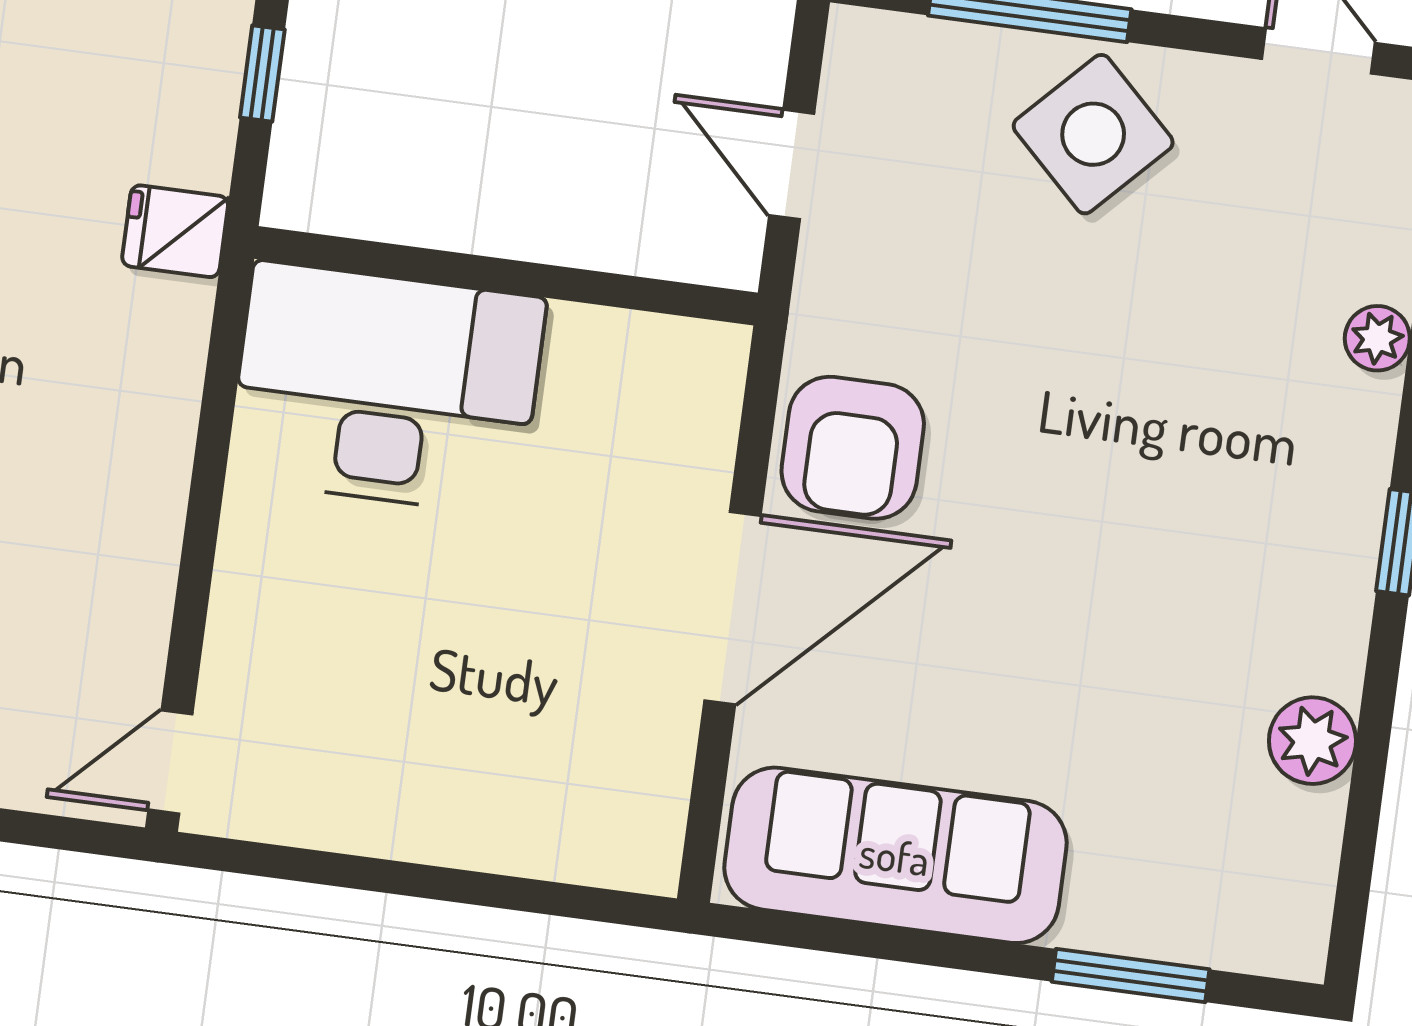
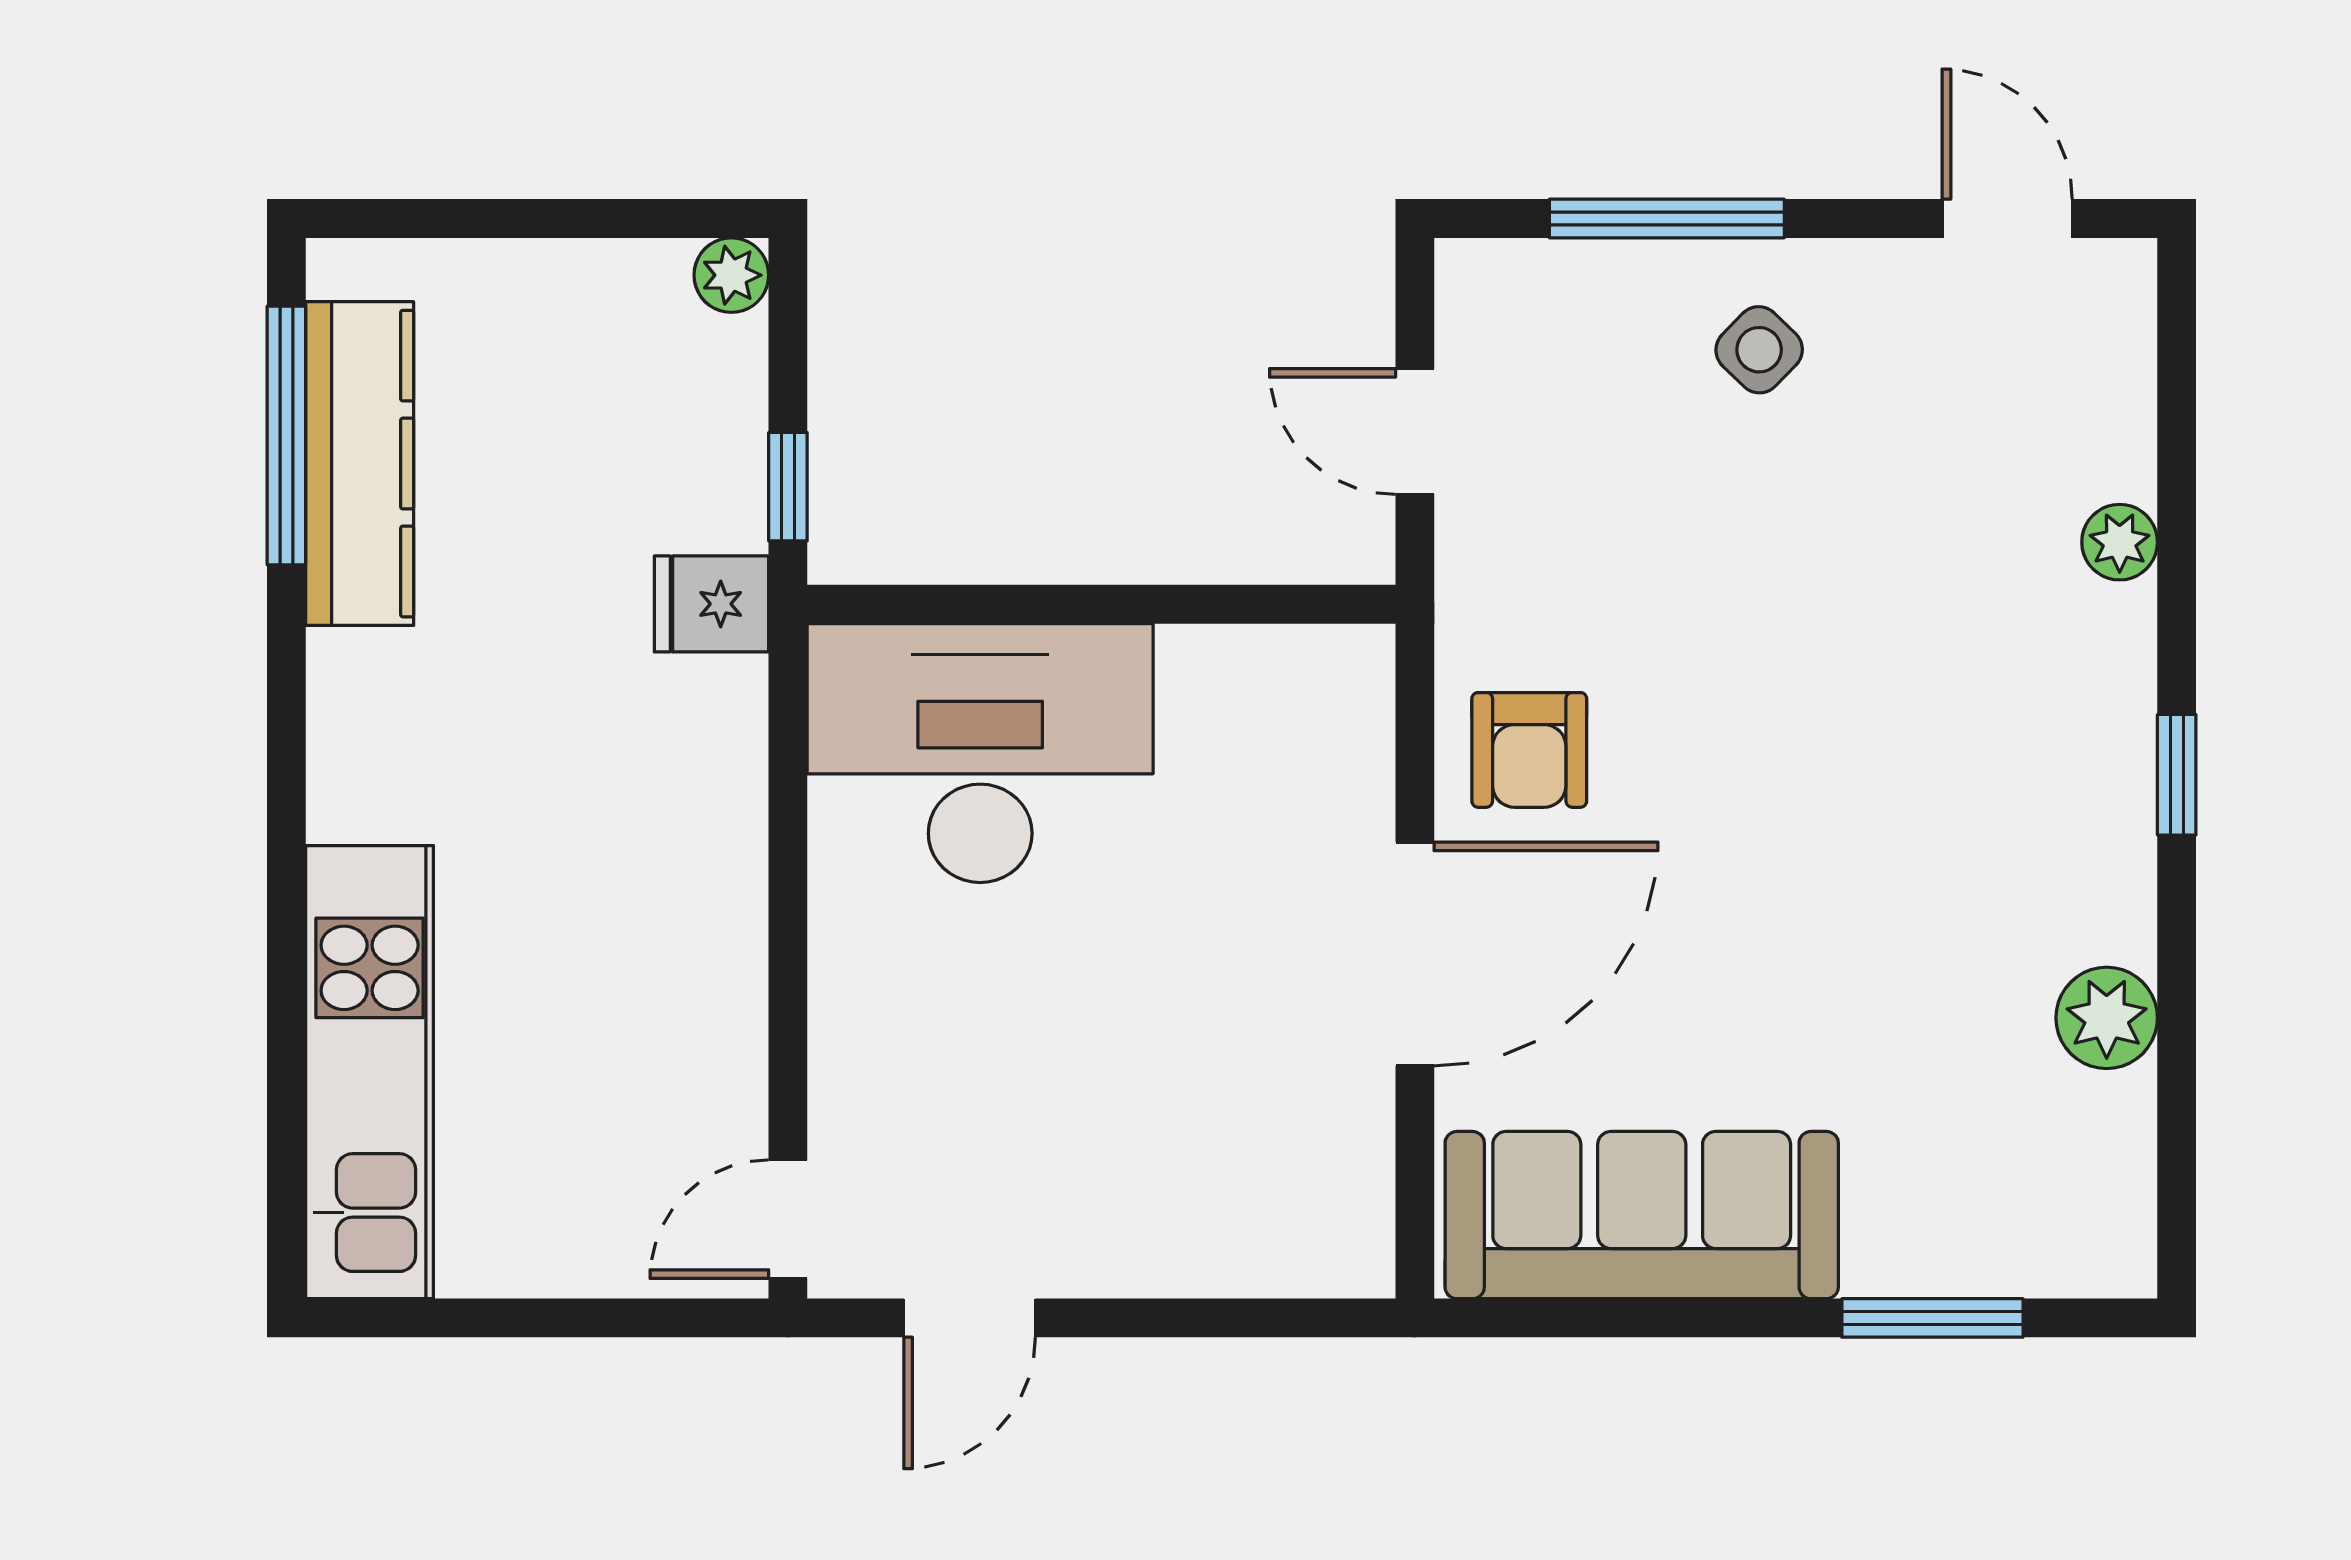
window: (262, 74) -> (788, 487), moved
side table: (1093, 134) -> (1759, 350), width x0.54, depth x0.54
armchair: (853, 448) -> (1529, 750), width x0.72, depth x0.72
door: (313, 867) -> (970, 1318), added

